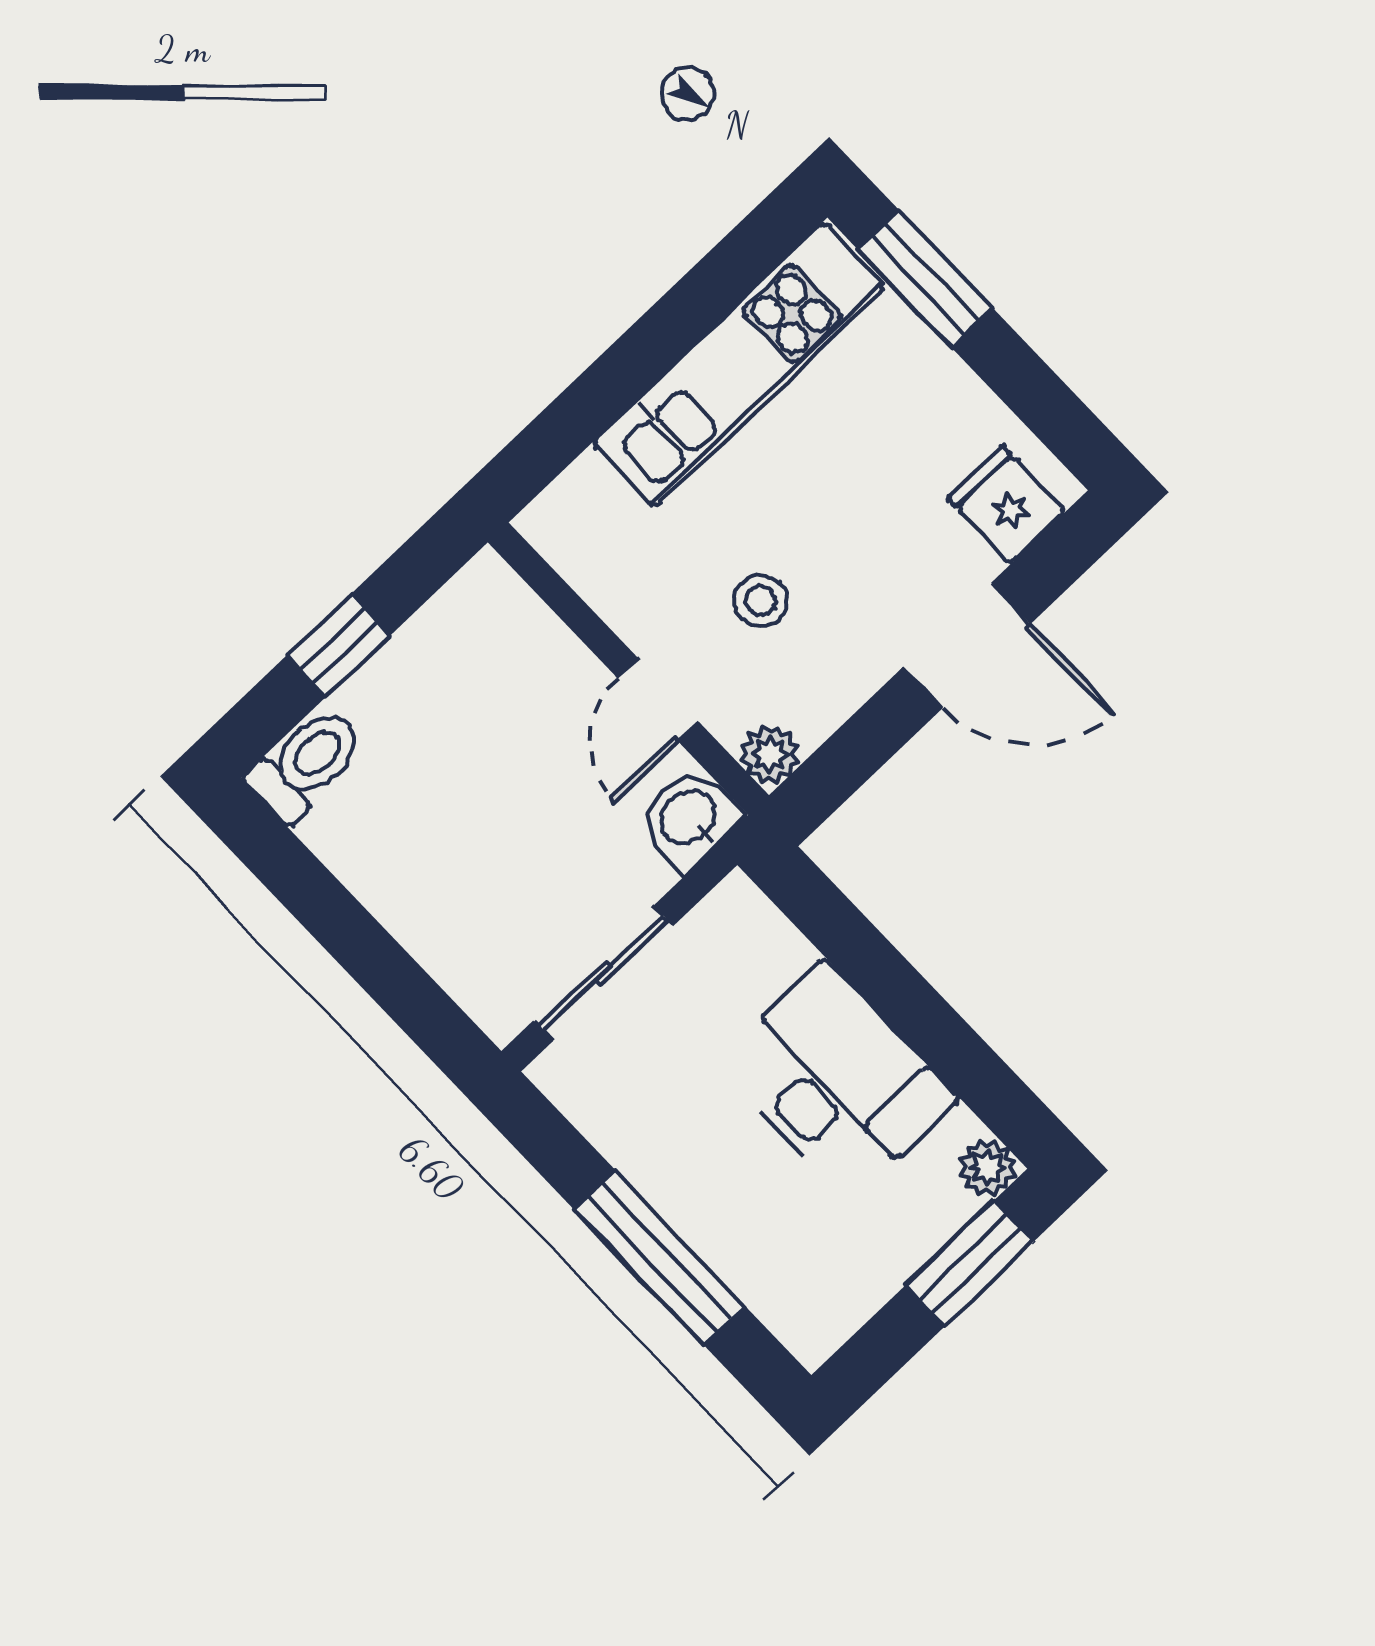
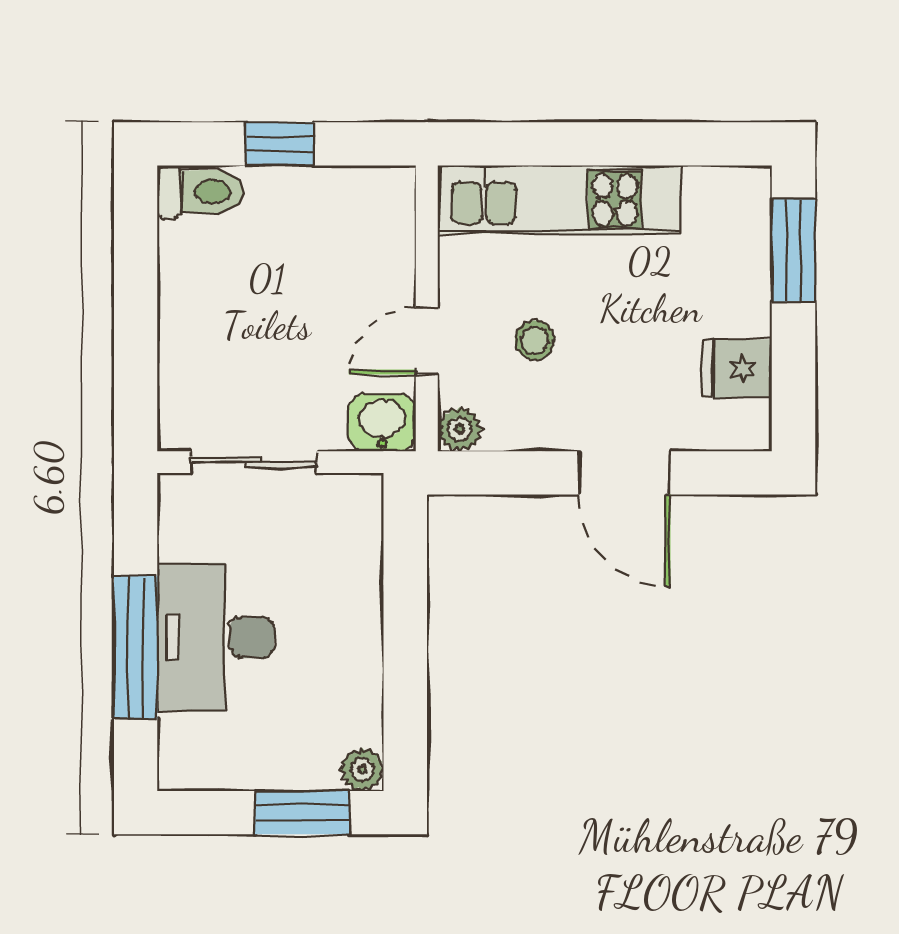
kitchen unit: (739, 365) -> (559, 200), moved
fridge: (1006, 505) -> (737, 369), moved, turned -90
desk: (837, 1081) -> (216, 637), moved, turned 180

